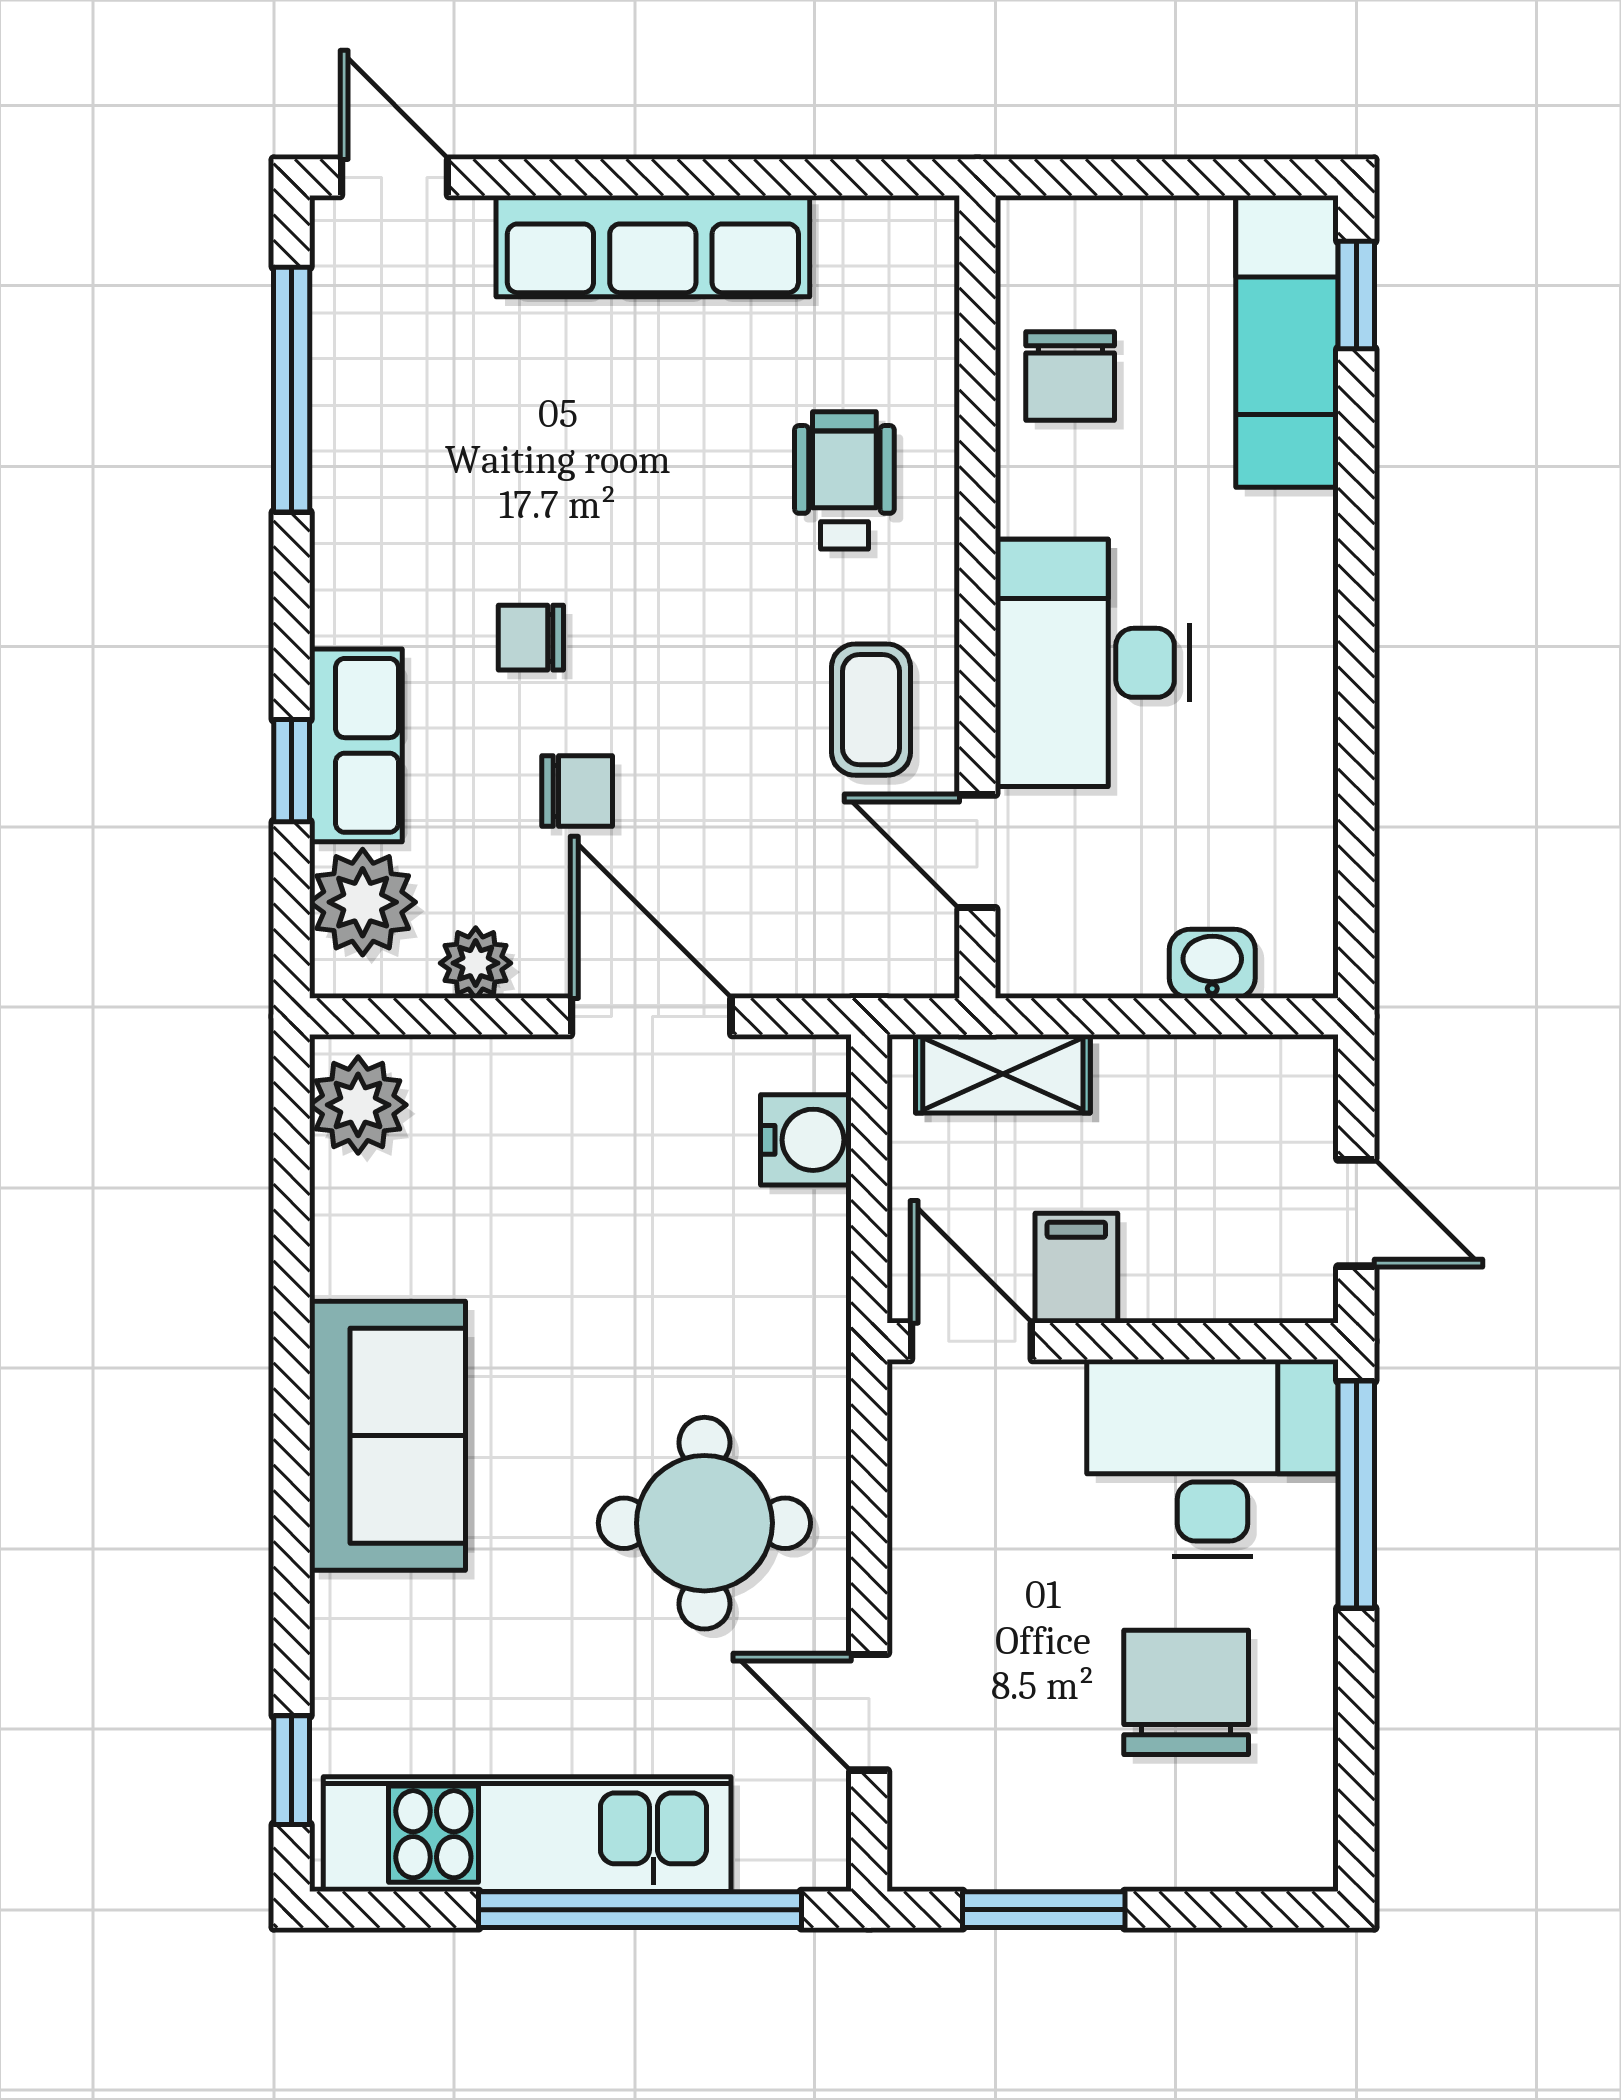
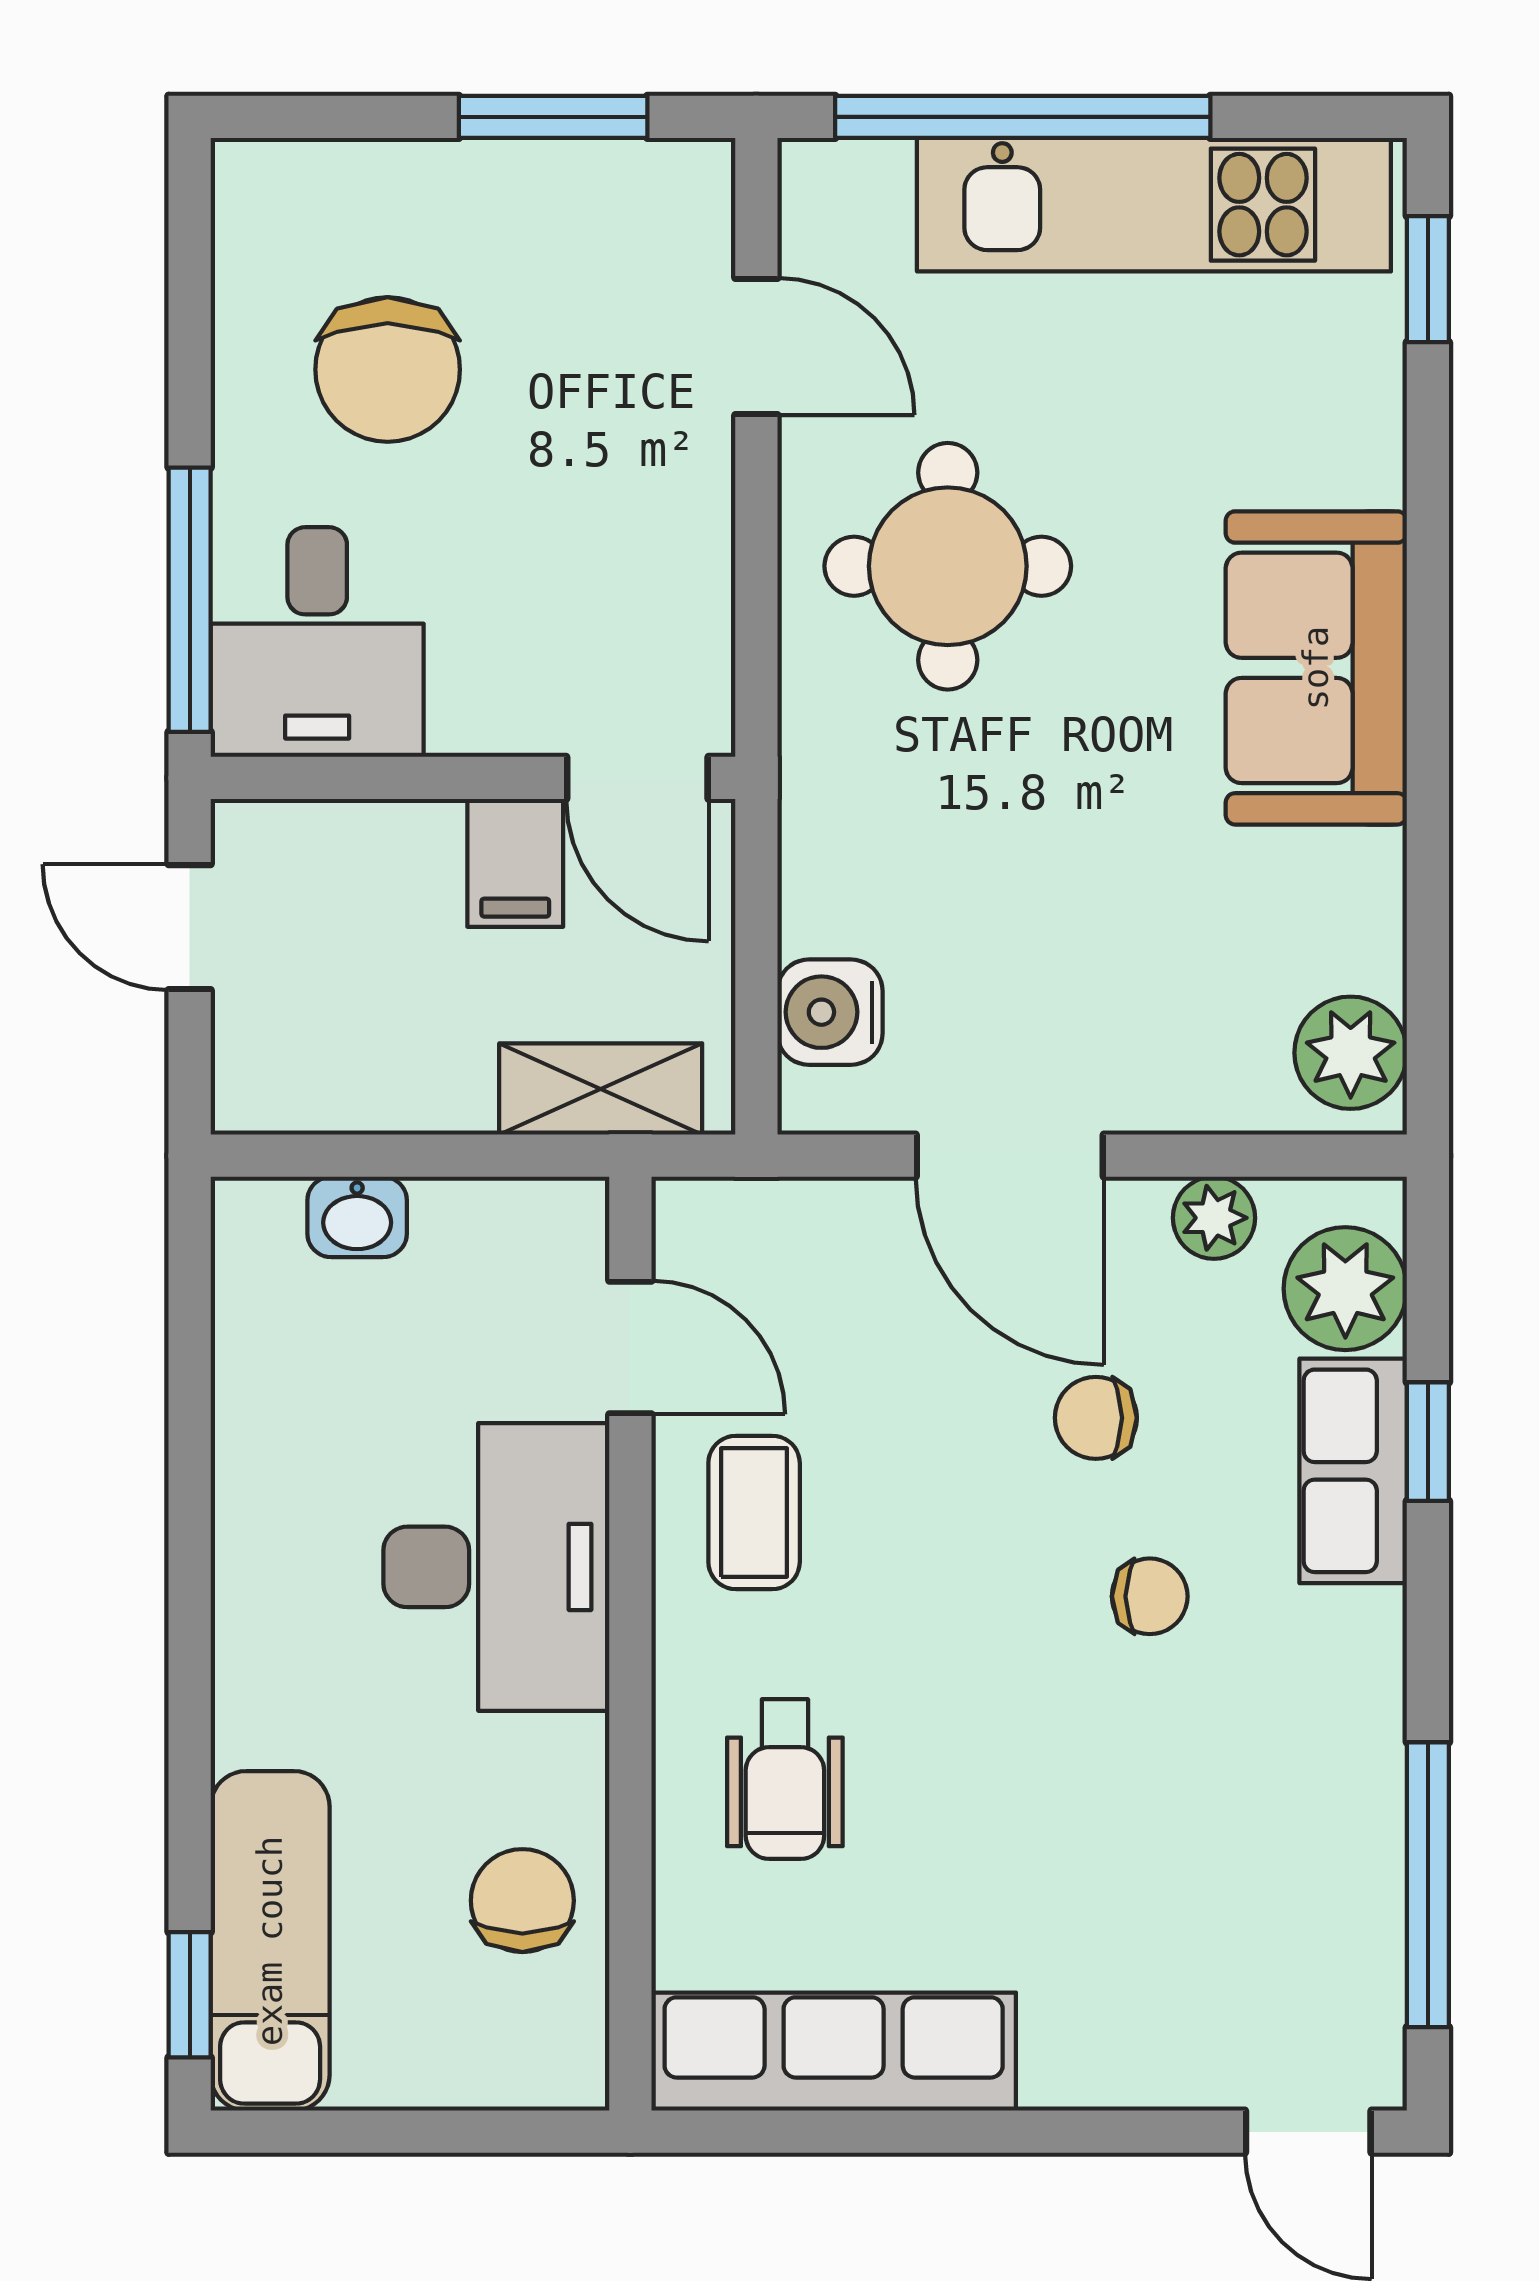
row of seats: (653, 246) -> (834, 2052), moved
desk: (1212, 1458) -> (317, 642), width x0.73

